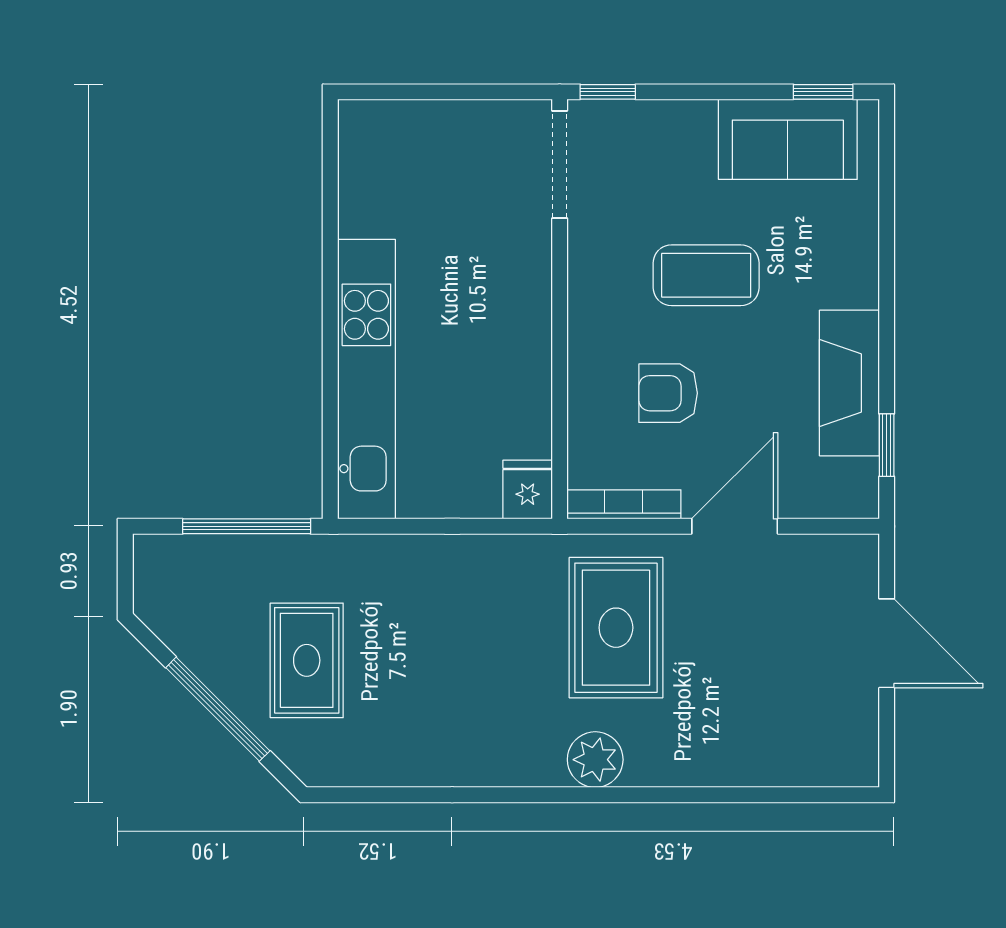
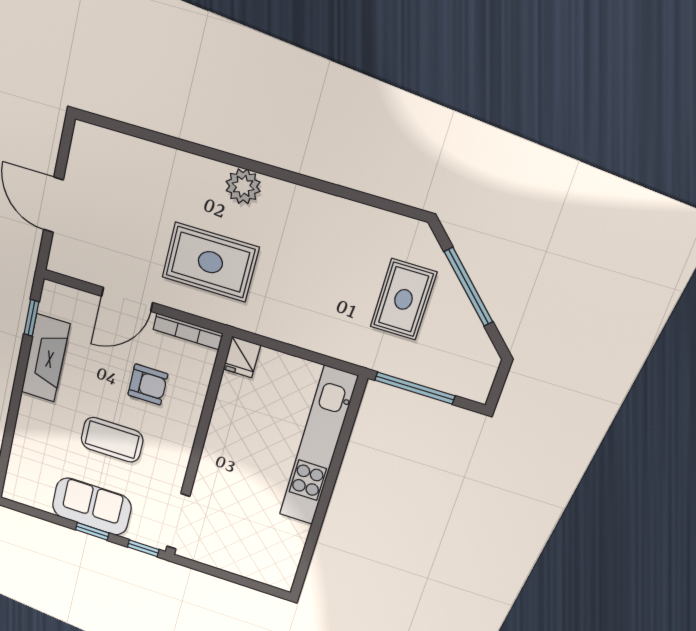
window: (823, 92) -> (92, 531), moved
sofa: (788, 139) -> (92, 506), moved
rug: (616, 628) -> (210, 262), turned 90

